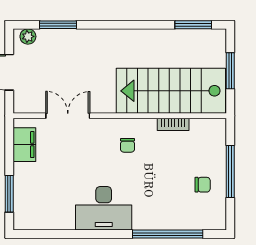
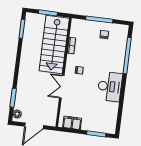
double door: (68, 116) -> (62, 87), moved

